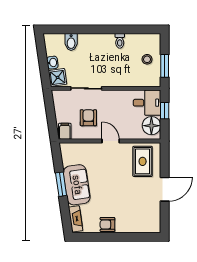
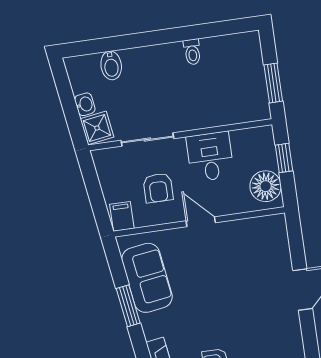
stool: (147, 59) -> (242, 76), removed
desk: (147, 103) -> (210, 157), moved, turned -90
armchair: (88, 118) -> (158, 188), turned 180
rug: (143, 161) -> (259, 248), removed
sofa: (77, 185) -> (147, 278), moved

